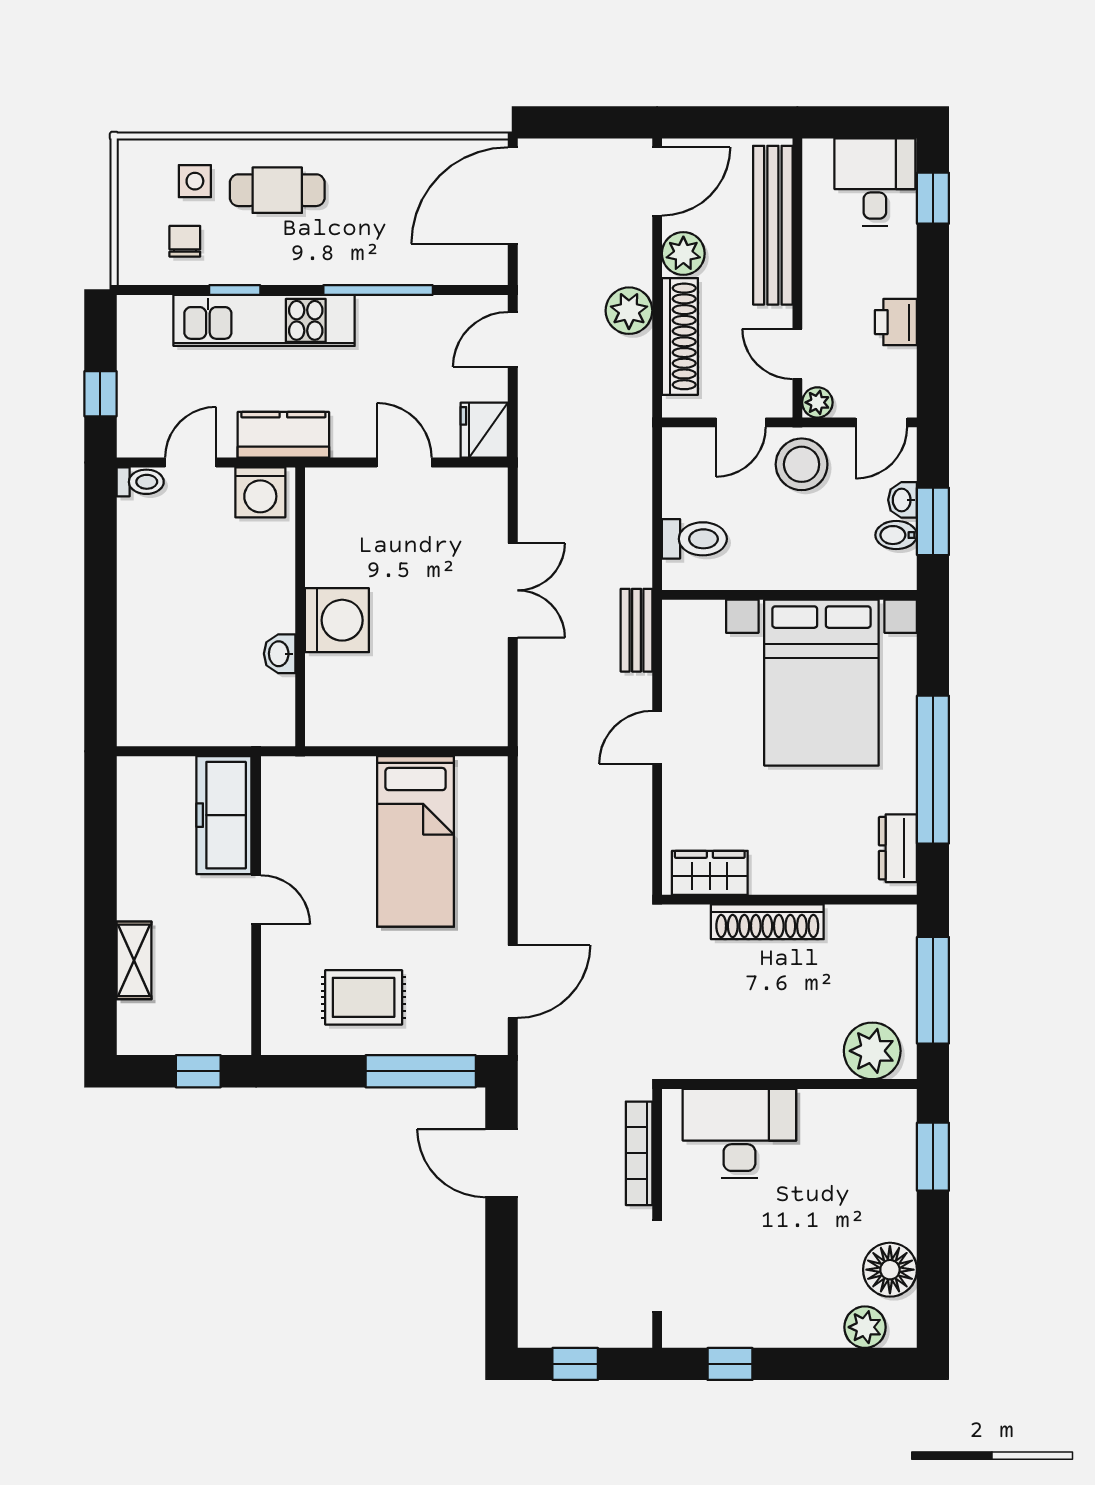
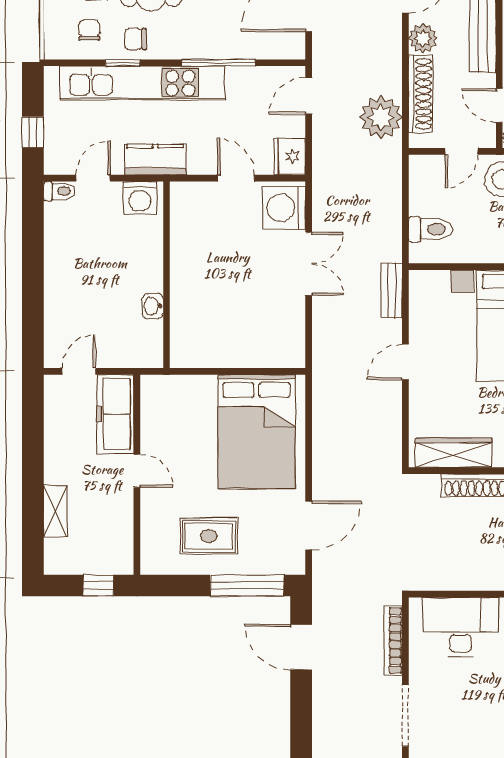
chair: (254, 254) -> (136, 39), added
plant: (629, 311) -> (381, 117), moved, width x1.36, depth x1.36
kitchen unit: (264, 320) -> (142, 83), width x1.36
washing machine: (337, 620) -> (284, 208), moved, turned 180
door: (169, 751) -> (79, 371), added
bed: (415, 841) -> (256, 432), width x1.50
wardrobe: (710, 873) -> (453, 453), width x1.50

